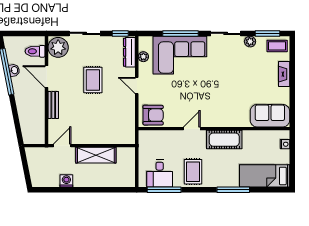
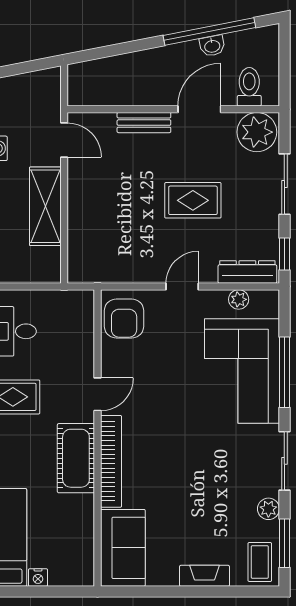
bookcase: (226, 122) -> (111, 461), added
door: (192, 129) -> (97, 394), hinge flipped
nightstand: (285, 144) -> (38, 578), moved

